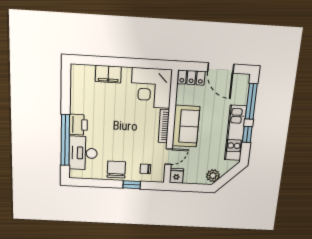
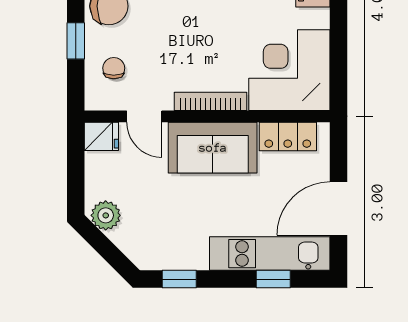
locker: (191, 78) -> (288, 136), moved, turned -90
window: (251, 101) -> (273, 279), width x0.46
kitchen unit: (235, 133) -> (270, 254), moved
window: (247, 134) -> (179, 279), moved

